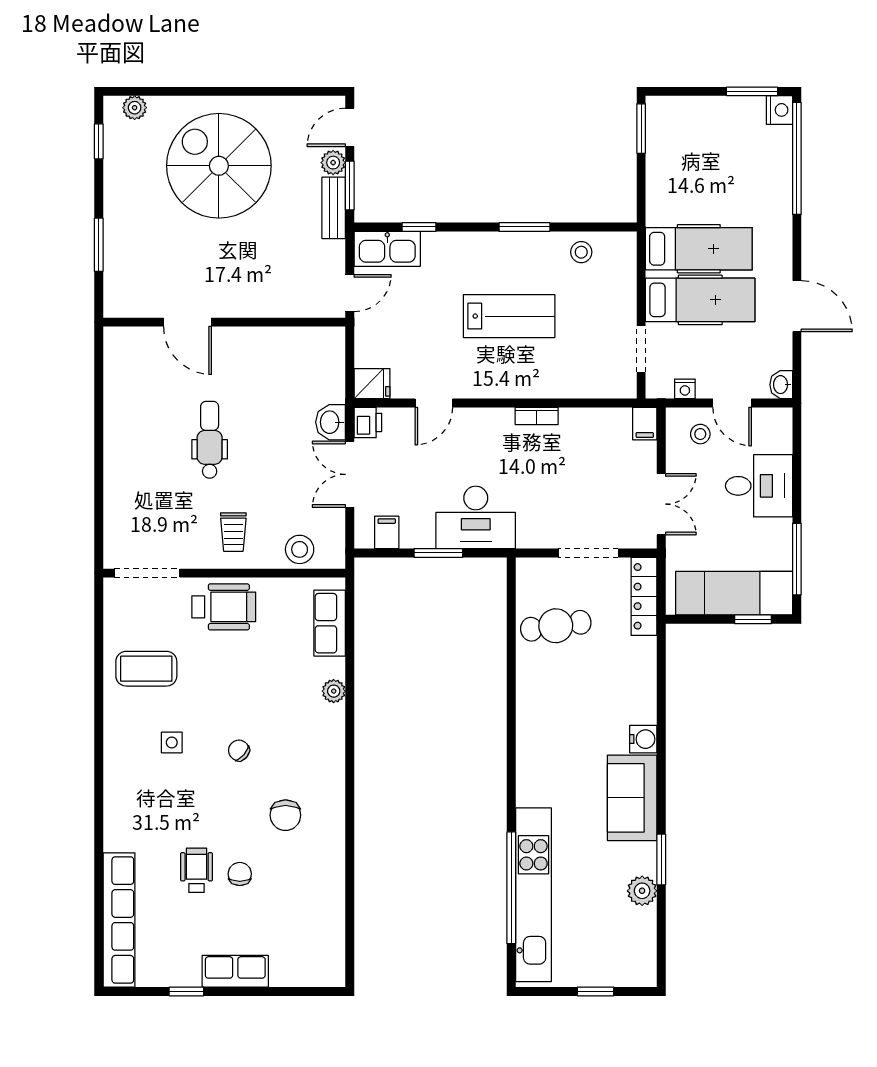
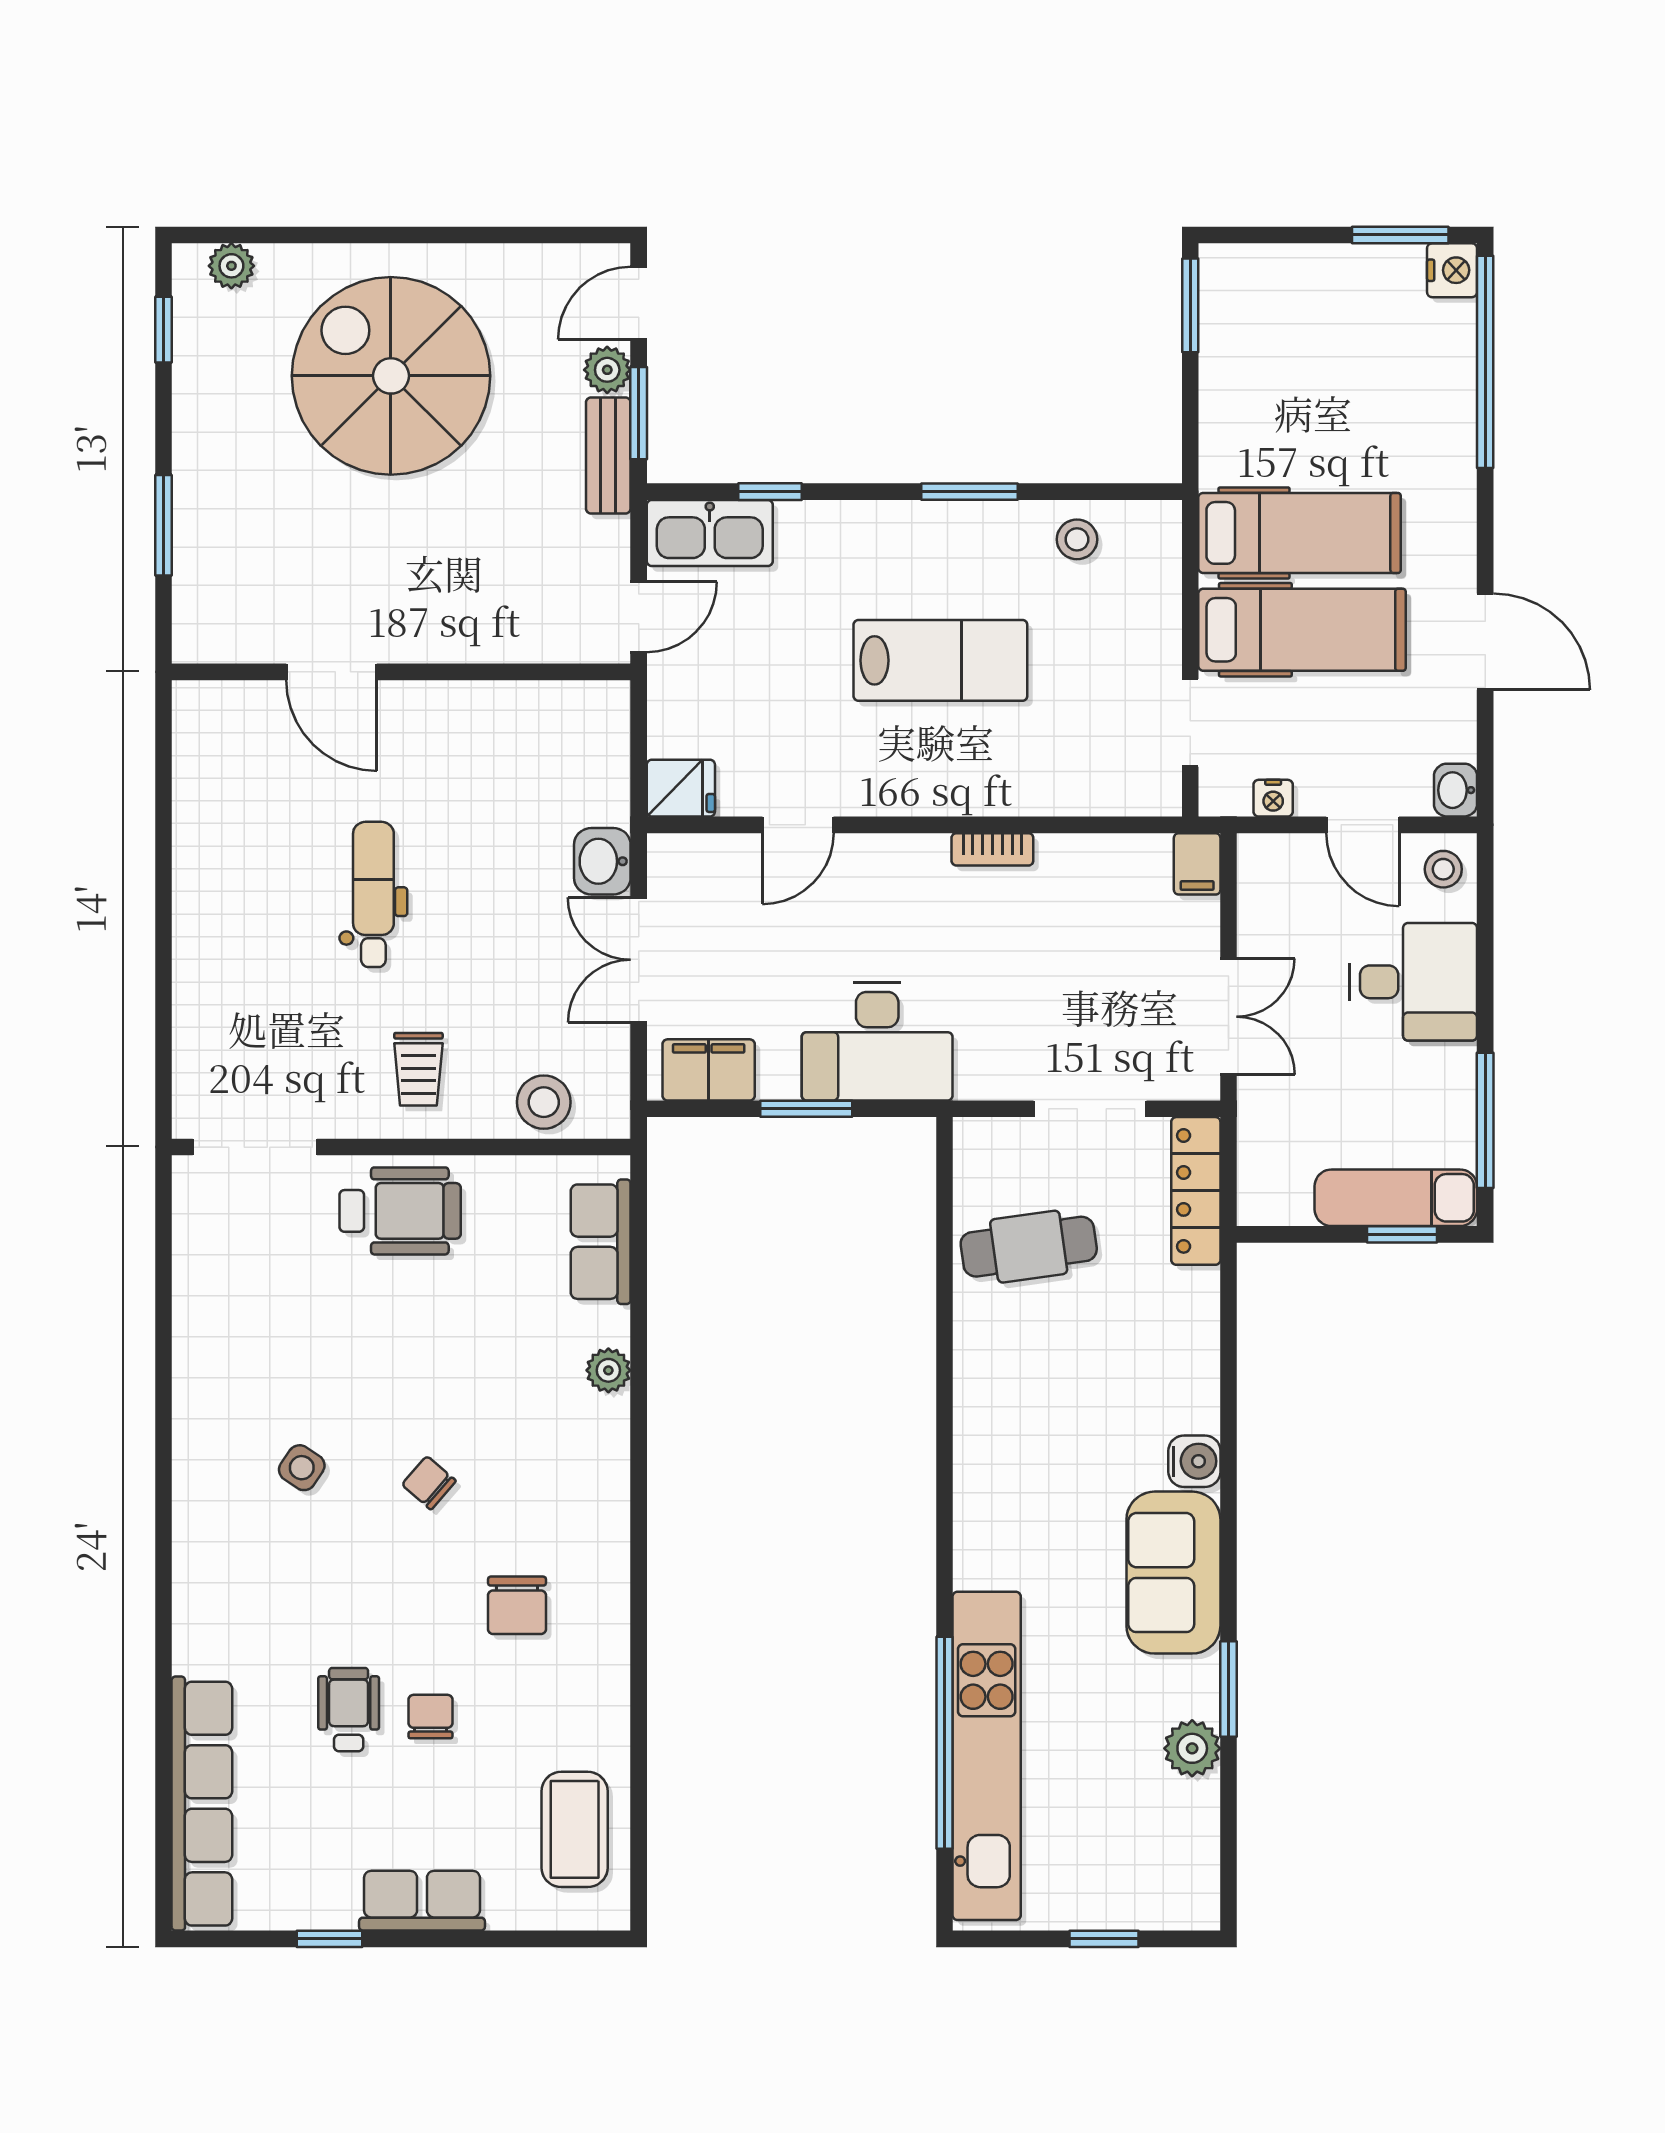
printer: (368, 422) -> (673, 862), removed
stool: (700, 434) -> (1443, 869), moved
filing cabinet: (387, 532) -> (709, 1070), width x2.00
exam couch: (734, 593) -> (1396, 1198), width x0.73, depth x0.69
coffee table: (146, 669) -> (575, 1829), moved, turned 90
side table: (172, 743) -> (302, 1468), turned 34

